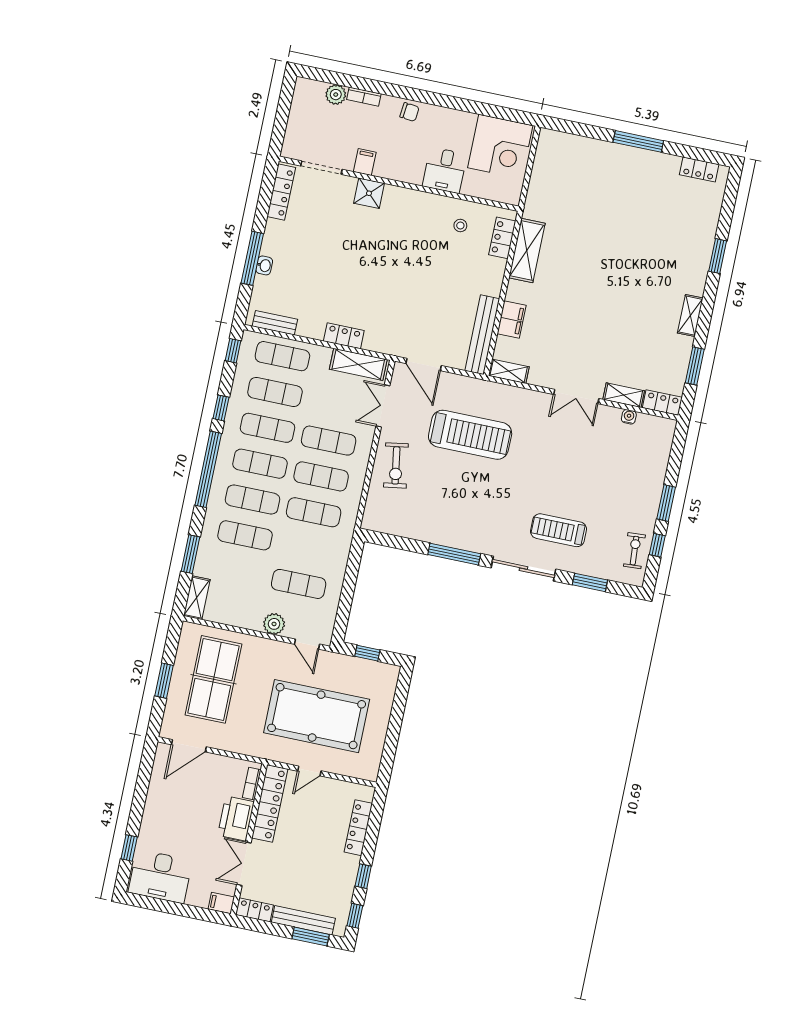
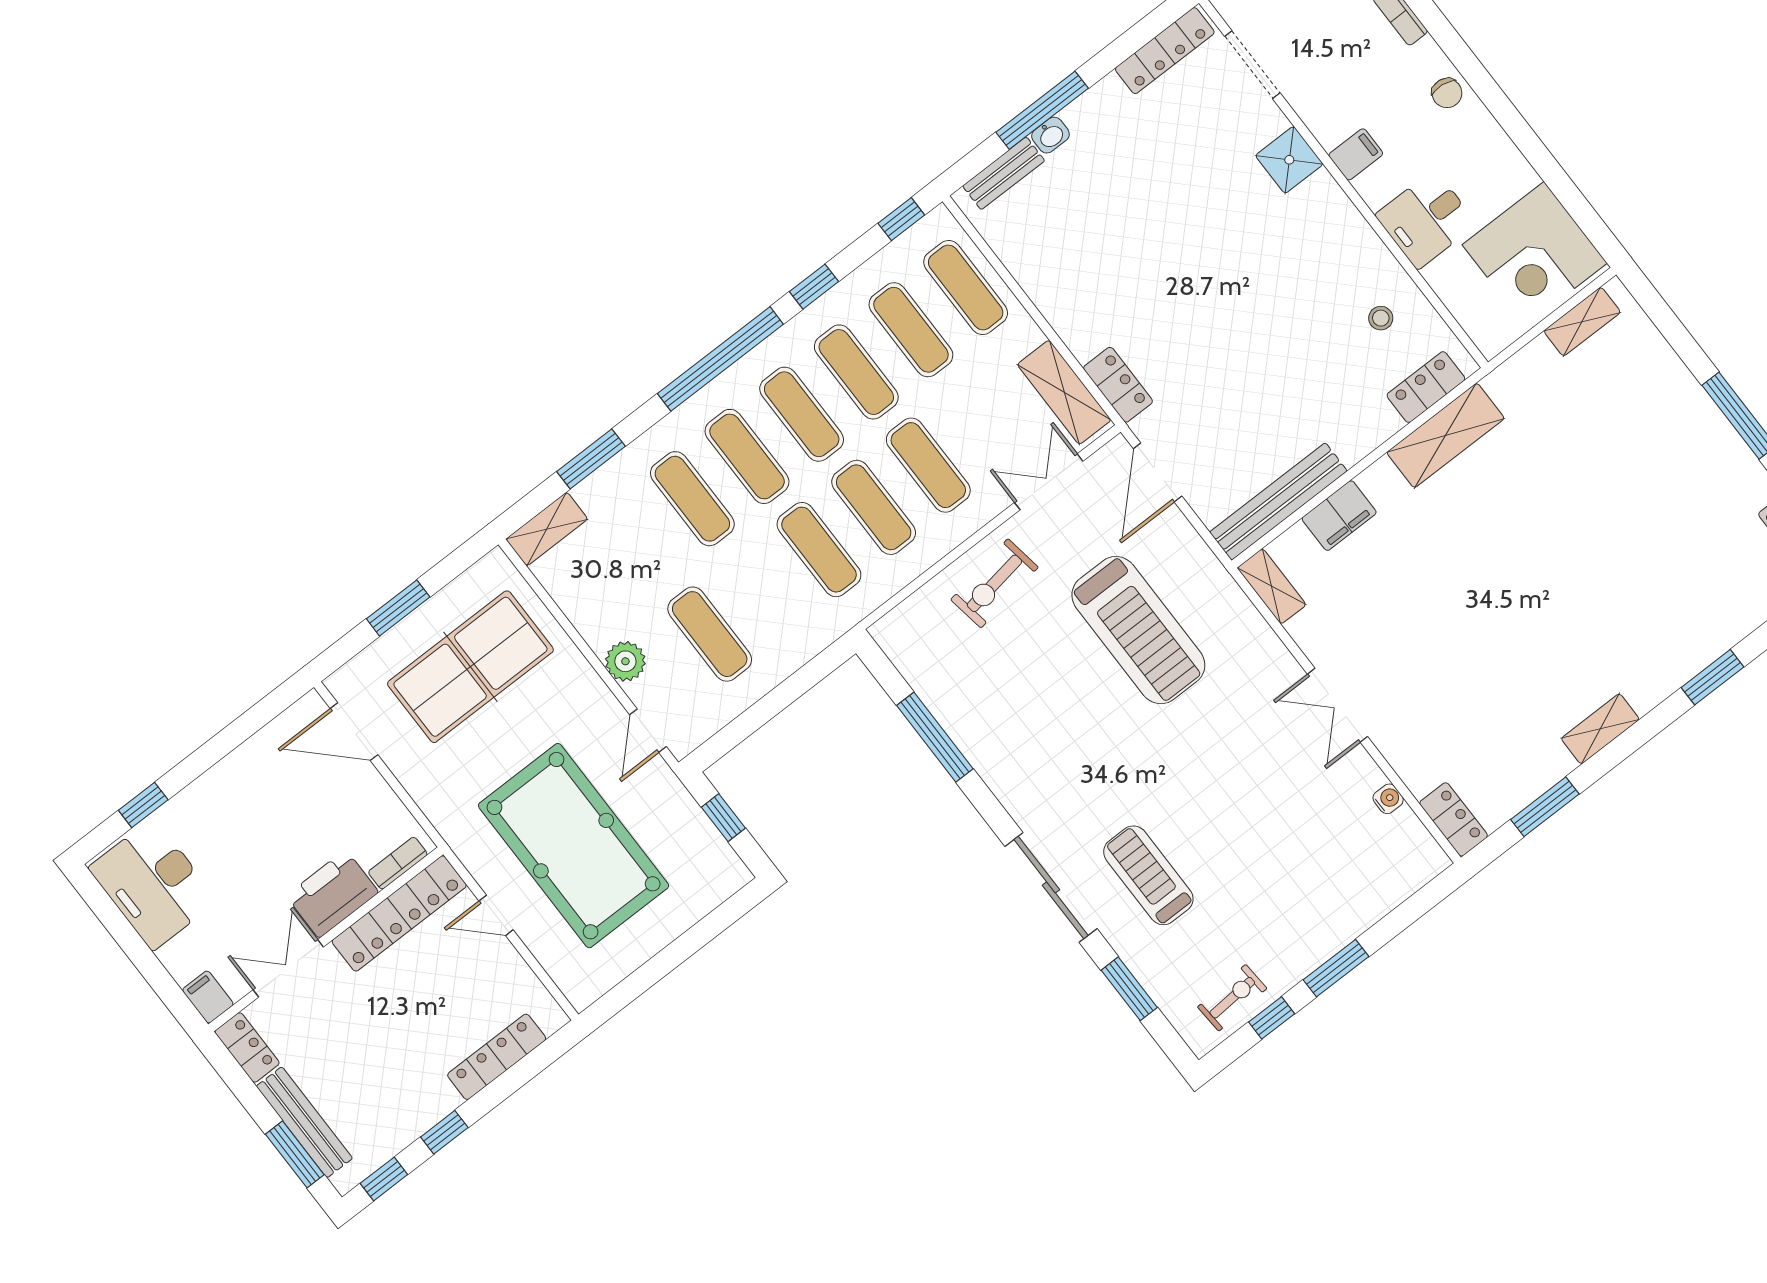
filing cabinet: (365, 162) -> (1356, 154), moved
bench: (275, 323) -> (1004, 173), moved, turned 90
locker: (344, 336) -> (1118, 385), moved
shelving: (624, 395) -> (1582, 322), moved, turned 90
window: (454, 554) -> (935, 737), moved

